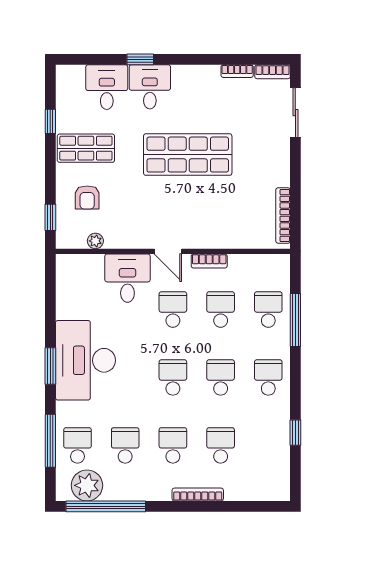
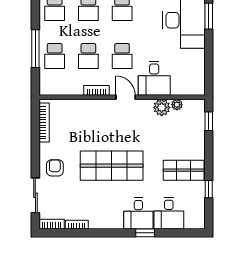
armchair: (87, 198) -> (55, 168), moved
plant: (117, 237) -> (162, 107), added

